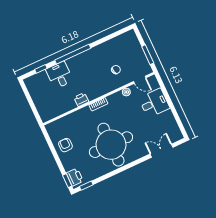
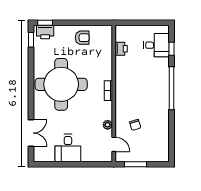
desk: (59, 75) -> (156, 45), moved
door: (140, 80) -> (114, 144), swing flipped
printer: (81, 100) -> (121, 49), moved
desk: (154, 103) -> (68, 148), moved

